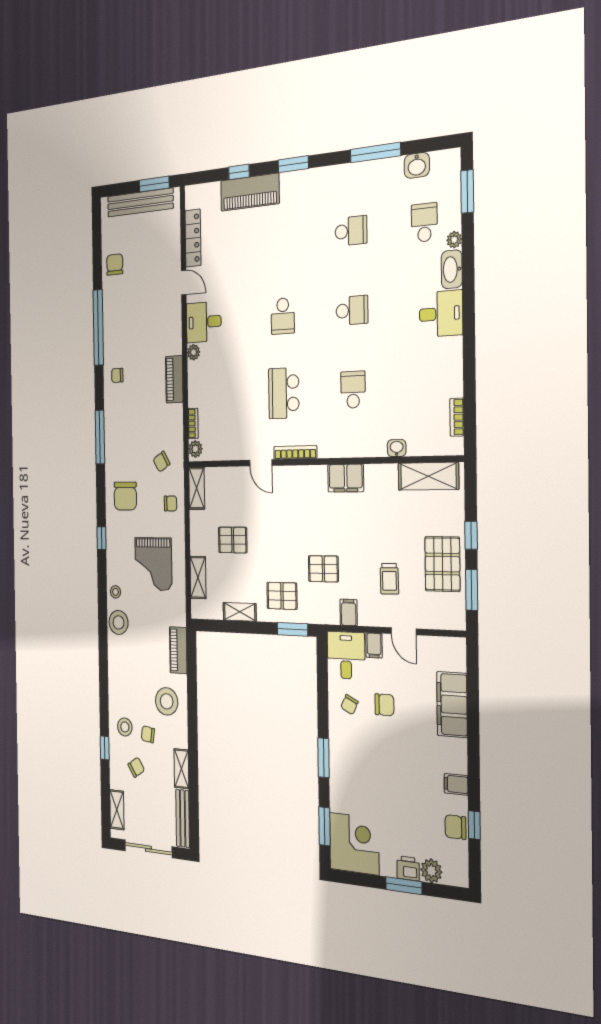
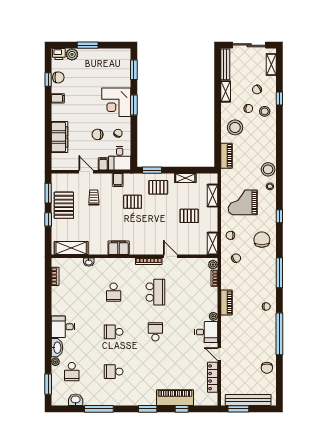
grand piano: (153, 564) -> (243, 202), turned -90
corner desk: (354, 844) -> (116, 102), moved
printer: (408, 868) -> (59, 54), moved

